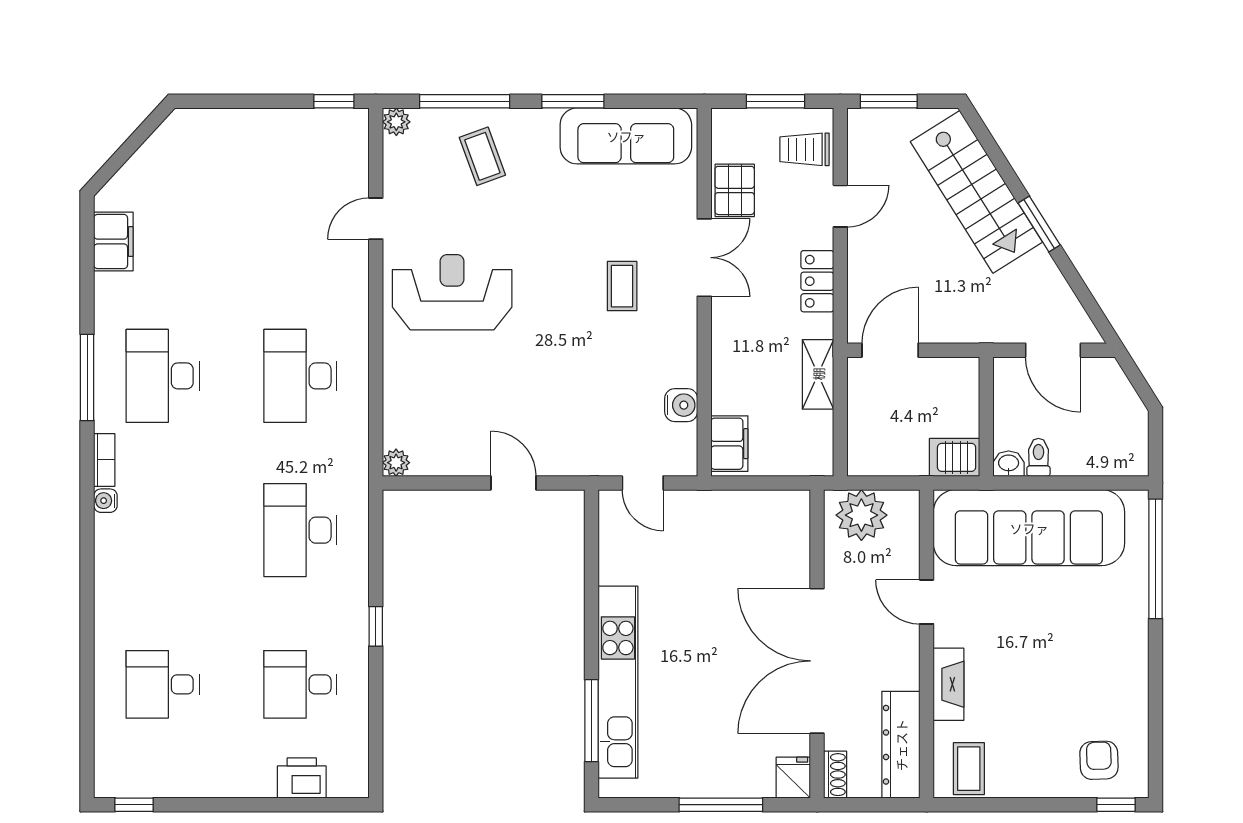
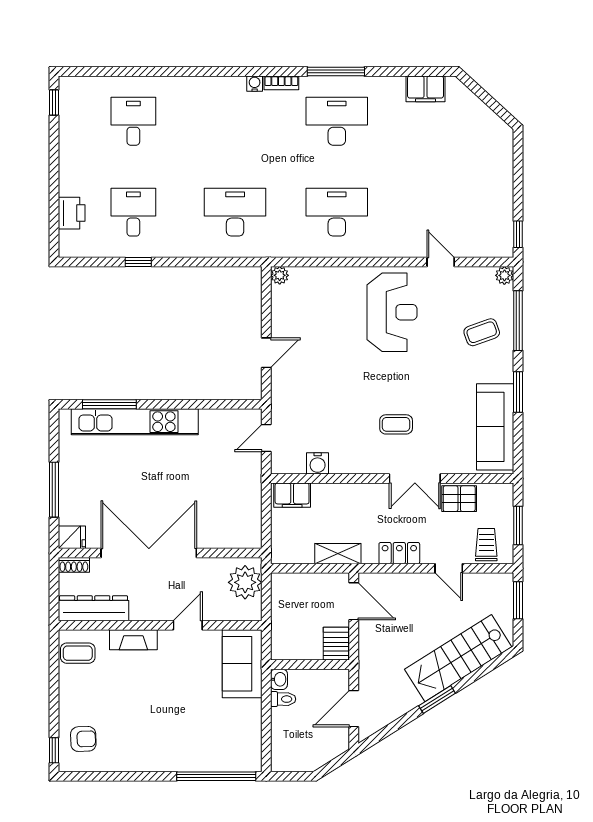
server rack: (955, 457) -> (336, 644), moved
sofa: (1029, 528) -> (242, 664), width x0.54, depth x0.79
window: (376, 626) -> (138, 262), moved

